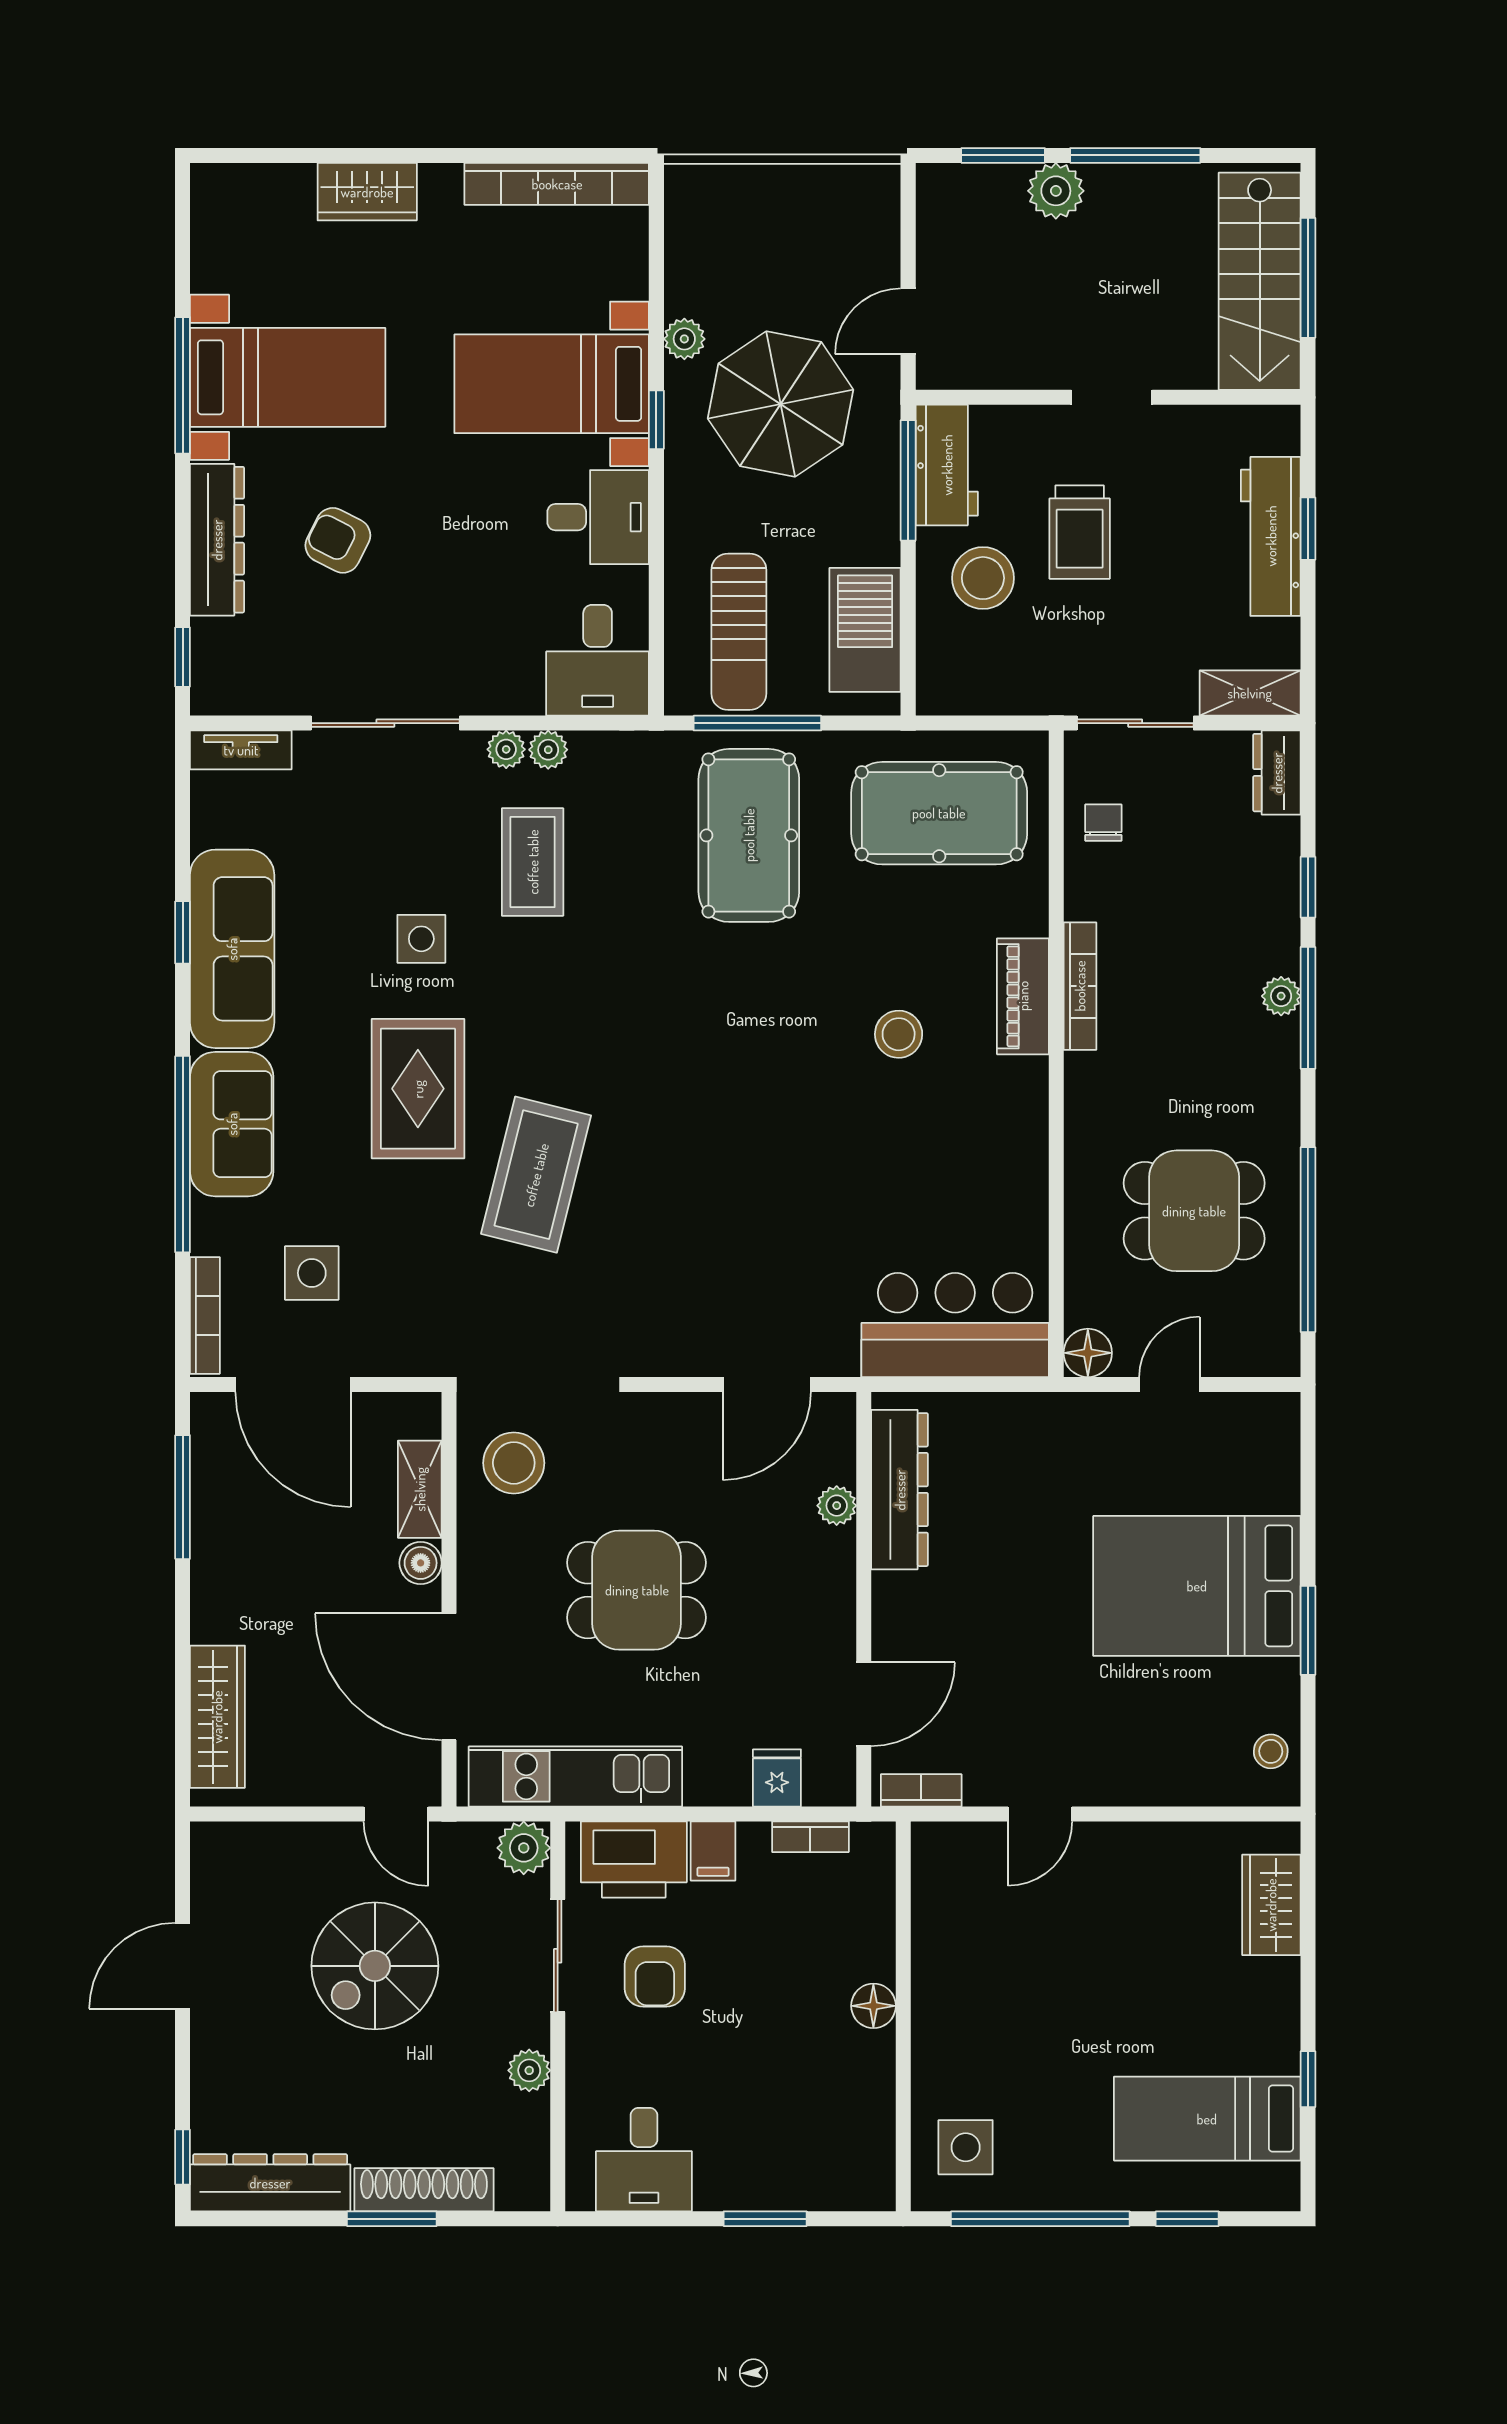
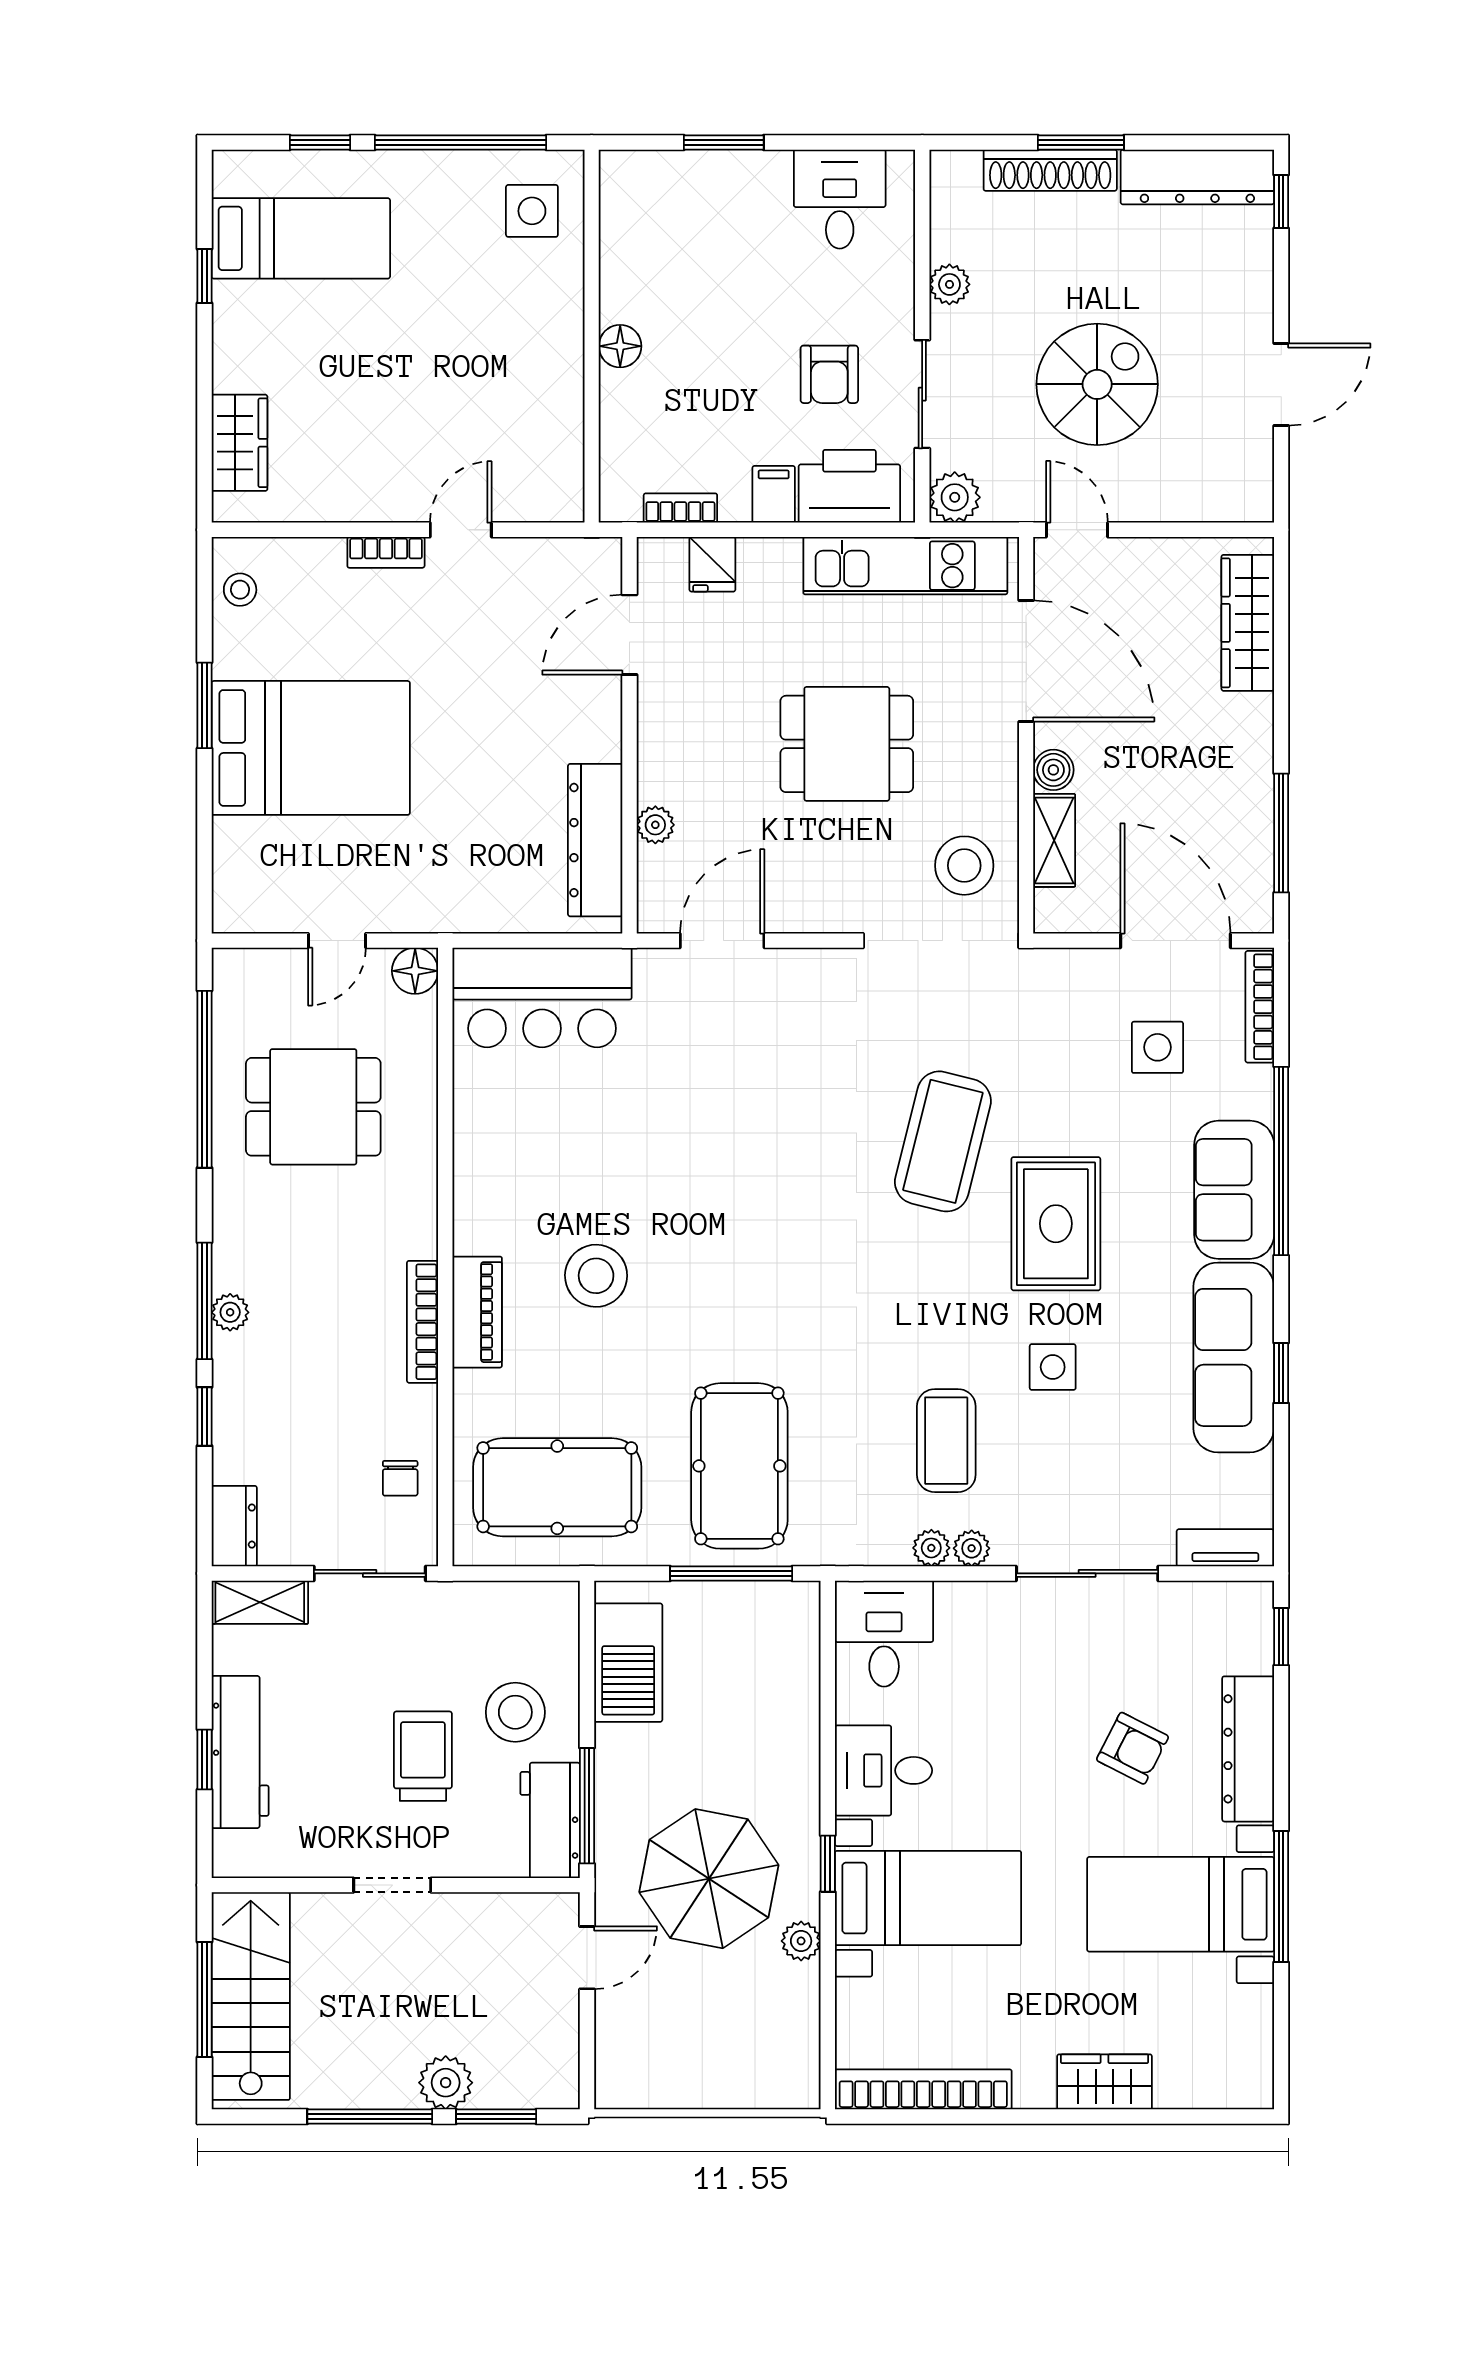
sun lounger: (739, 632) -> (749, 1661), removed
stool: (899, 1034) -> (596, 1276), width x1.38, depth x1.38
bookcase: (921, 1790) -> (386, 552), moved
armchair: (655, 1976) -> (829, 374), turned 180

